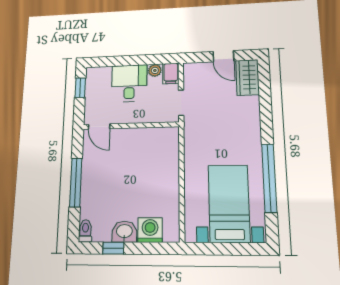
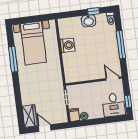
desk: (129, 83) -> (114, 105), moved
window: (269, 178) -> (13, 59), width x0.68
washing machine: (150, 230) -> (67, 45), moved, turned -90

